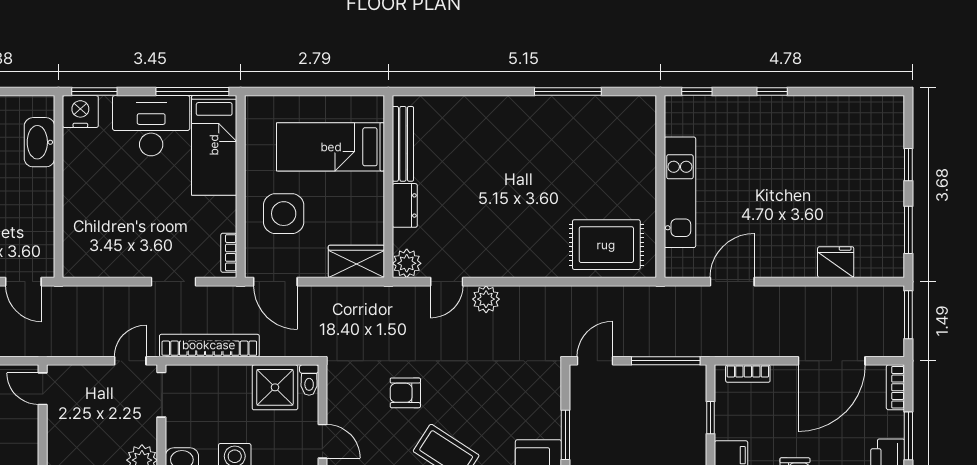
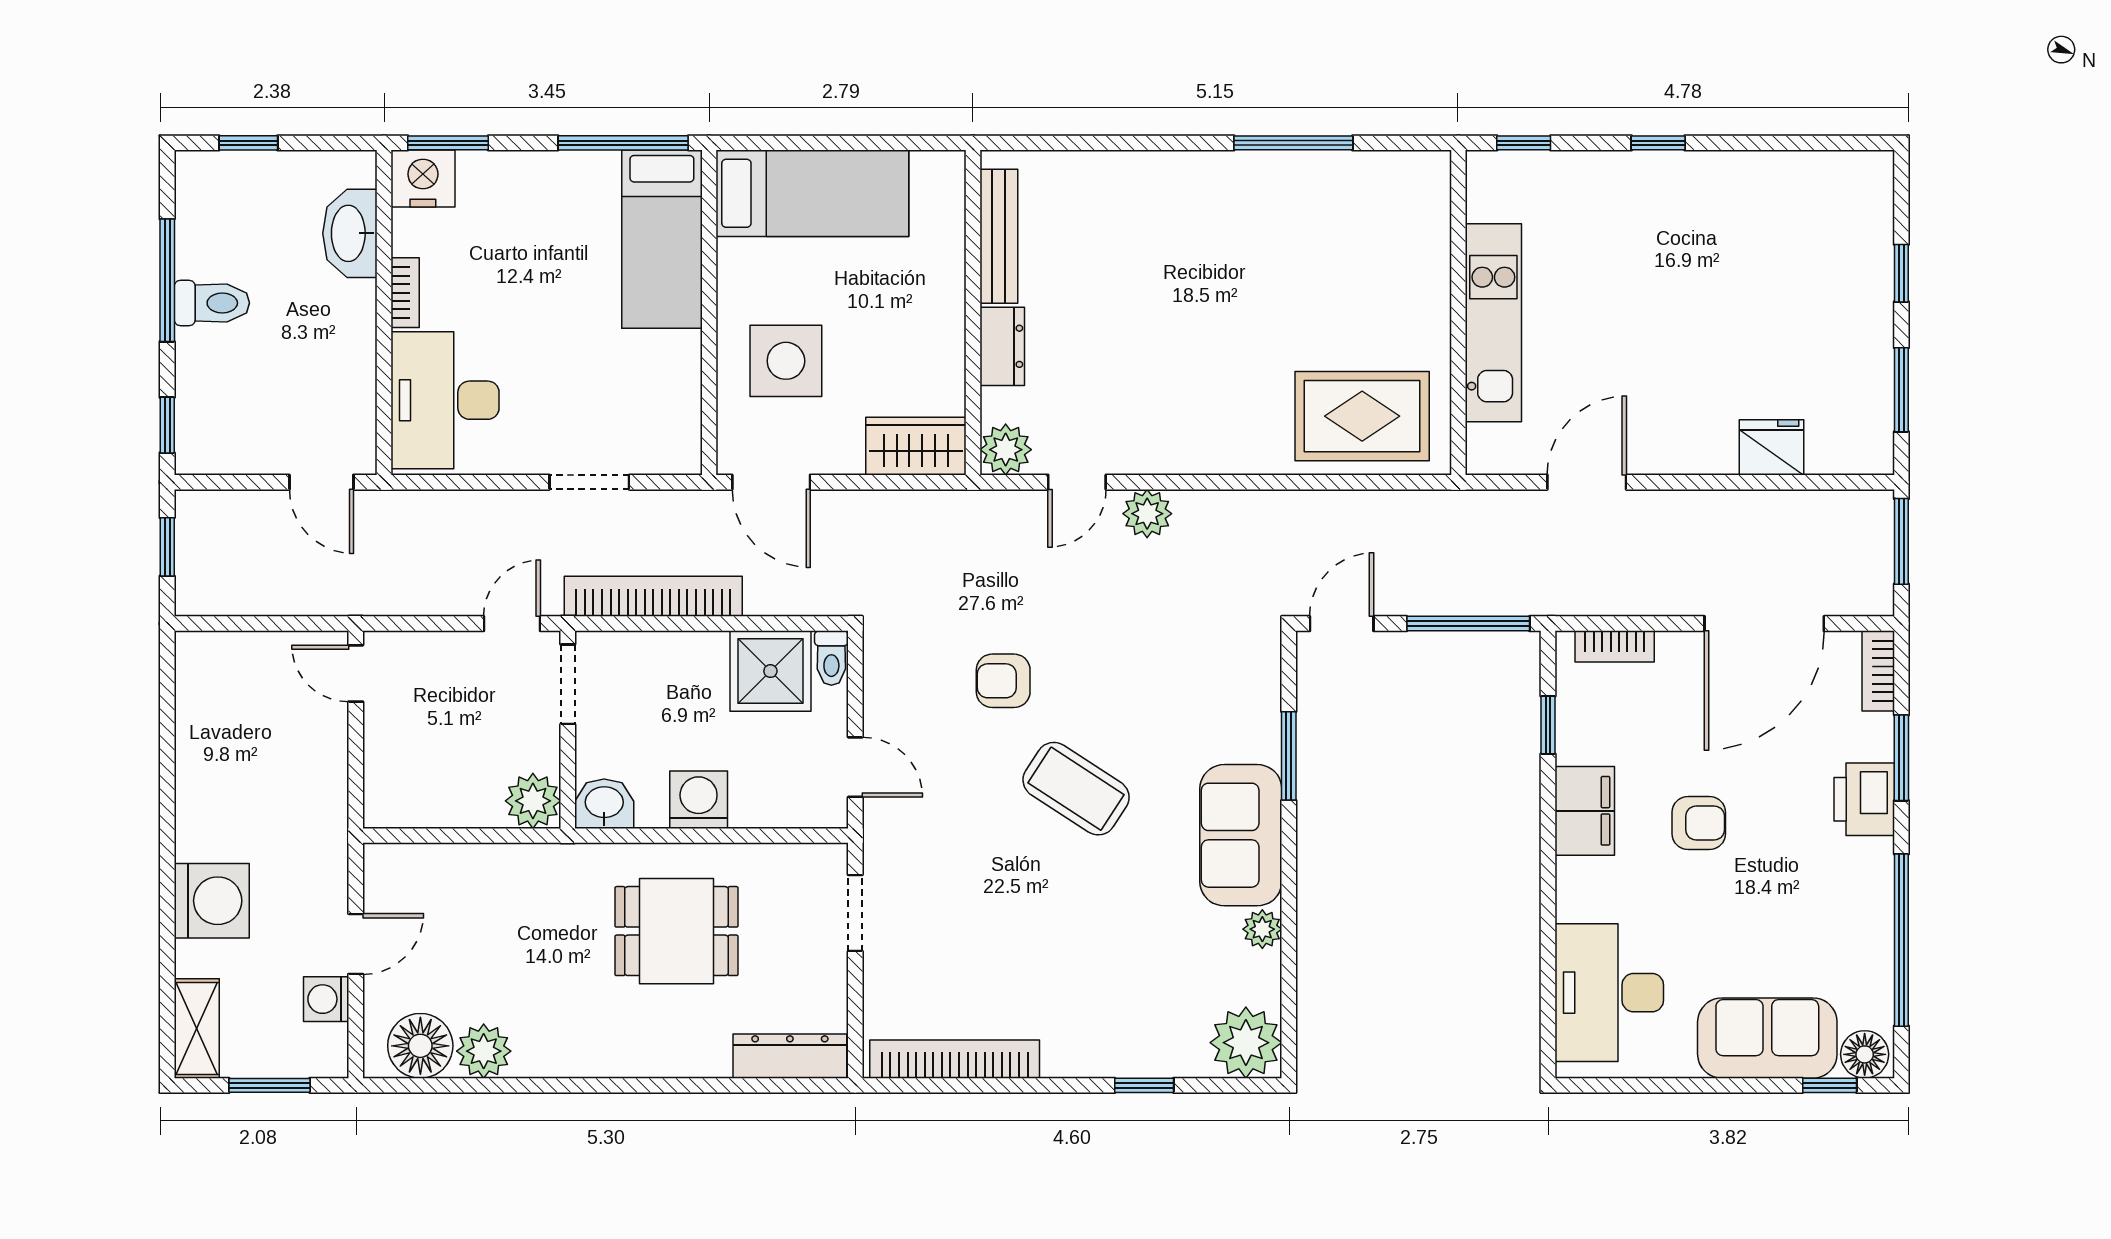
desk: (151, 126) -> (445, 400), moved, turned -90
bed: (331, 147) -> (812, 193), moved, turned 180
bookcase: (229, 253) -> (405, 293), moved, turned 180

